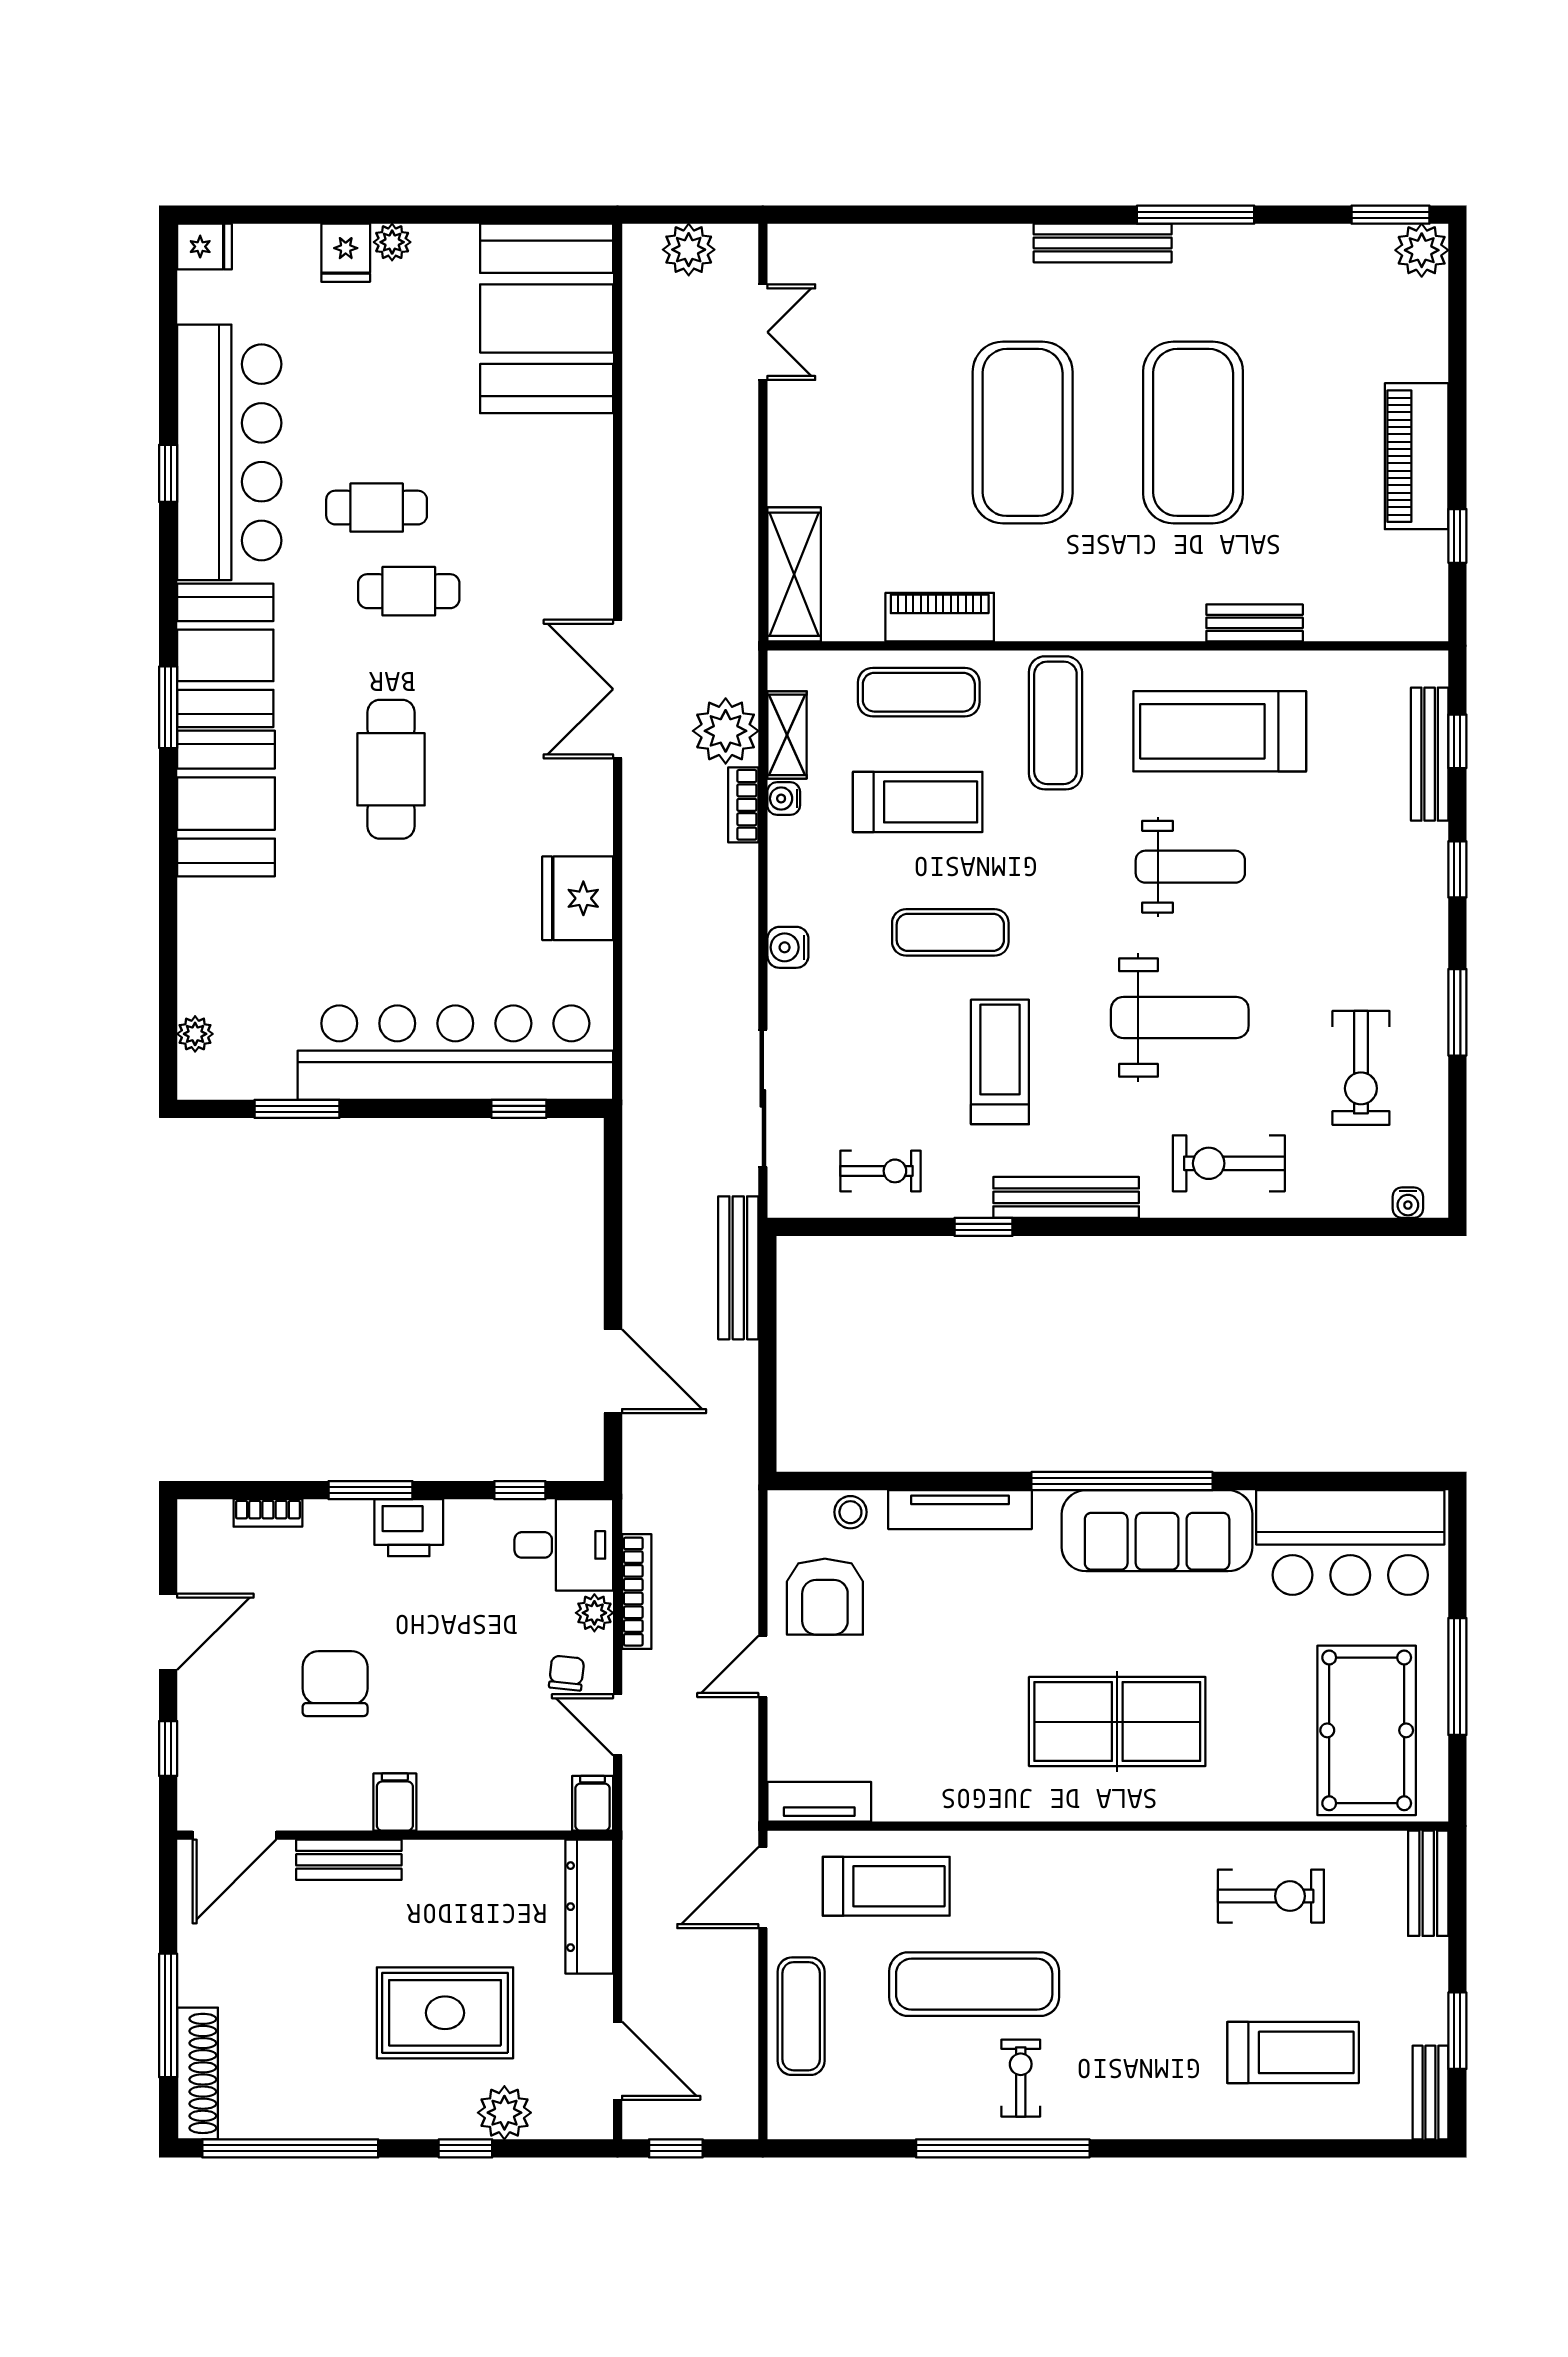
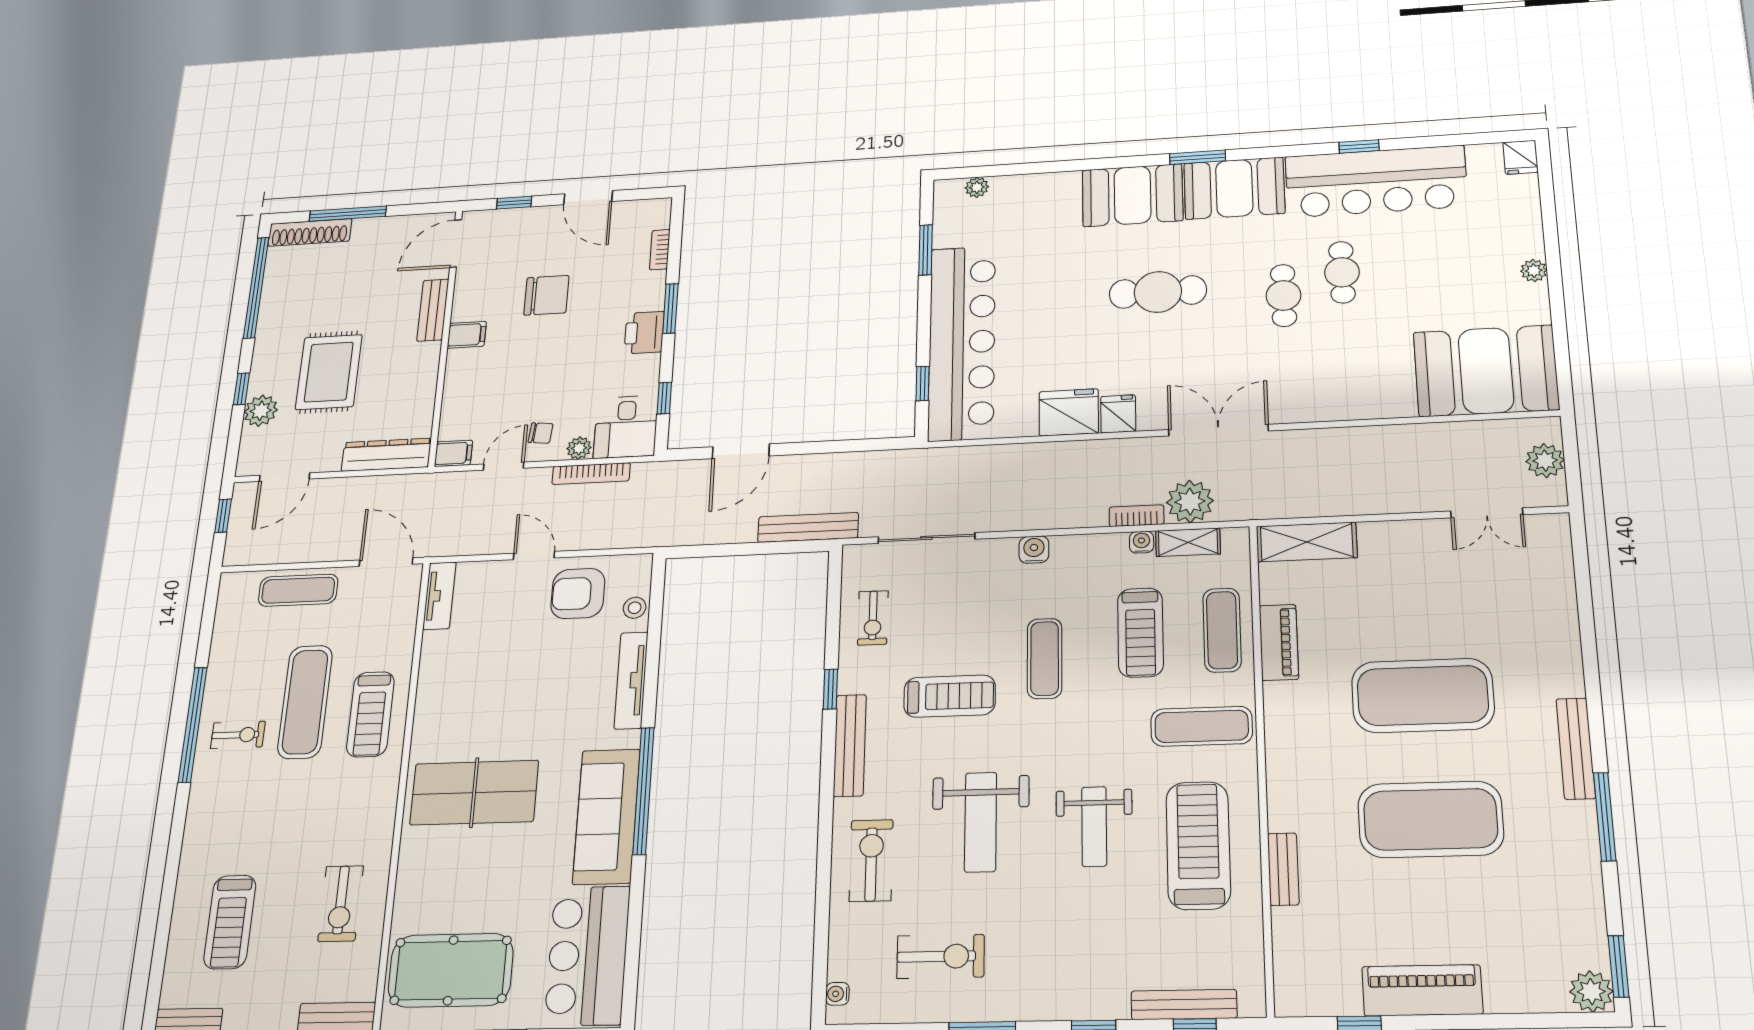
fridge: (346, 253) -> (1118, 414), moved, turned 90
exercise bike: (1361, 1068) -> (941, 956), turned 180
table tennis table: (1117, 1722) -> (474, 793), turned 90
door: (234, 1835) -> (456, 244), hinge flipped
treadmill: (886, 1886) -> (370, 714), moved

